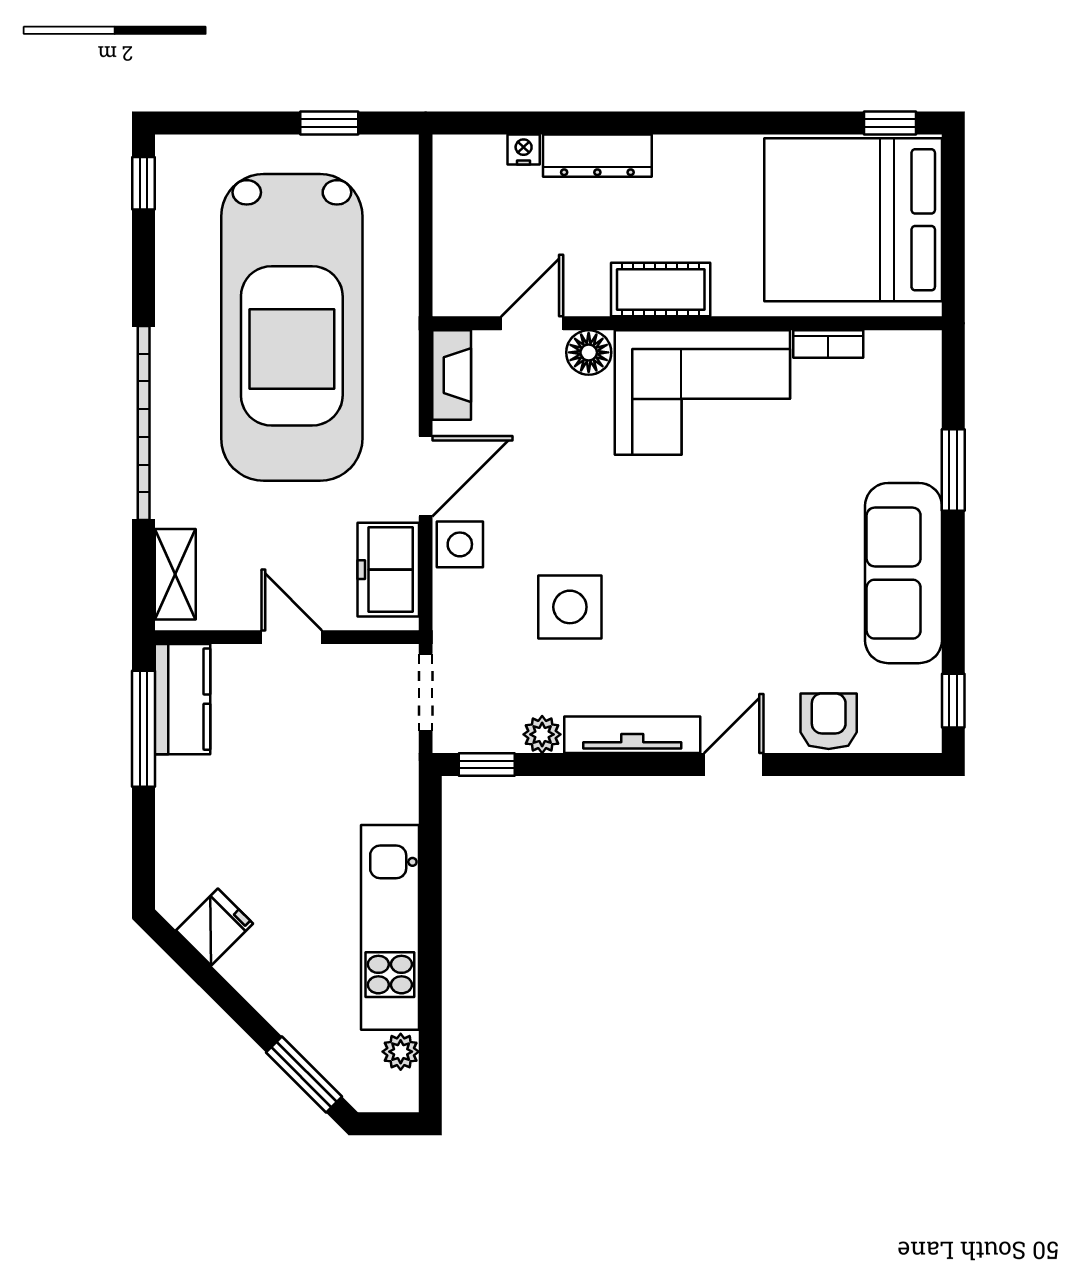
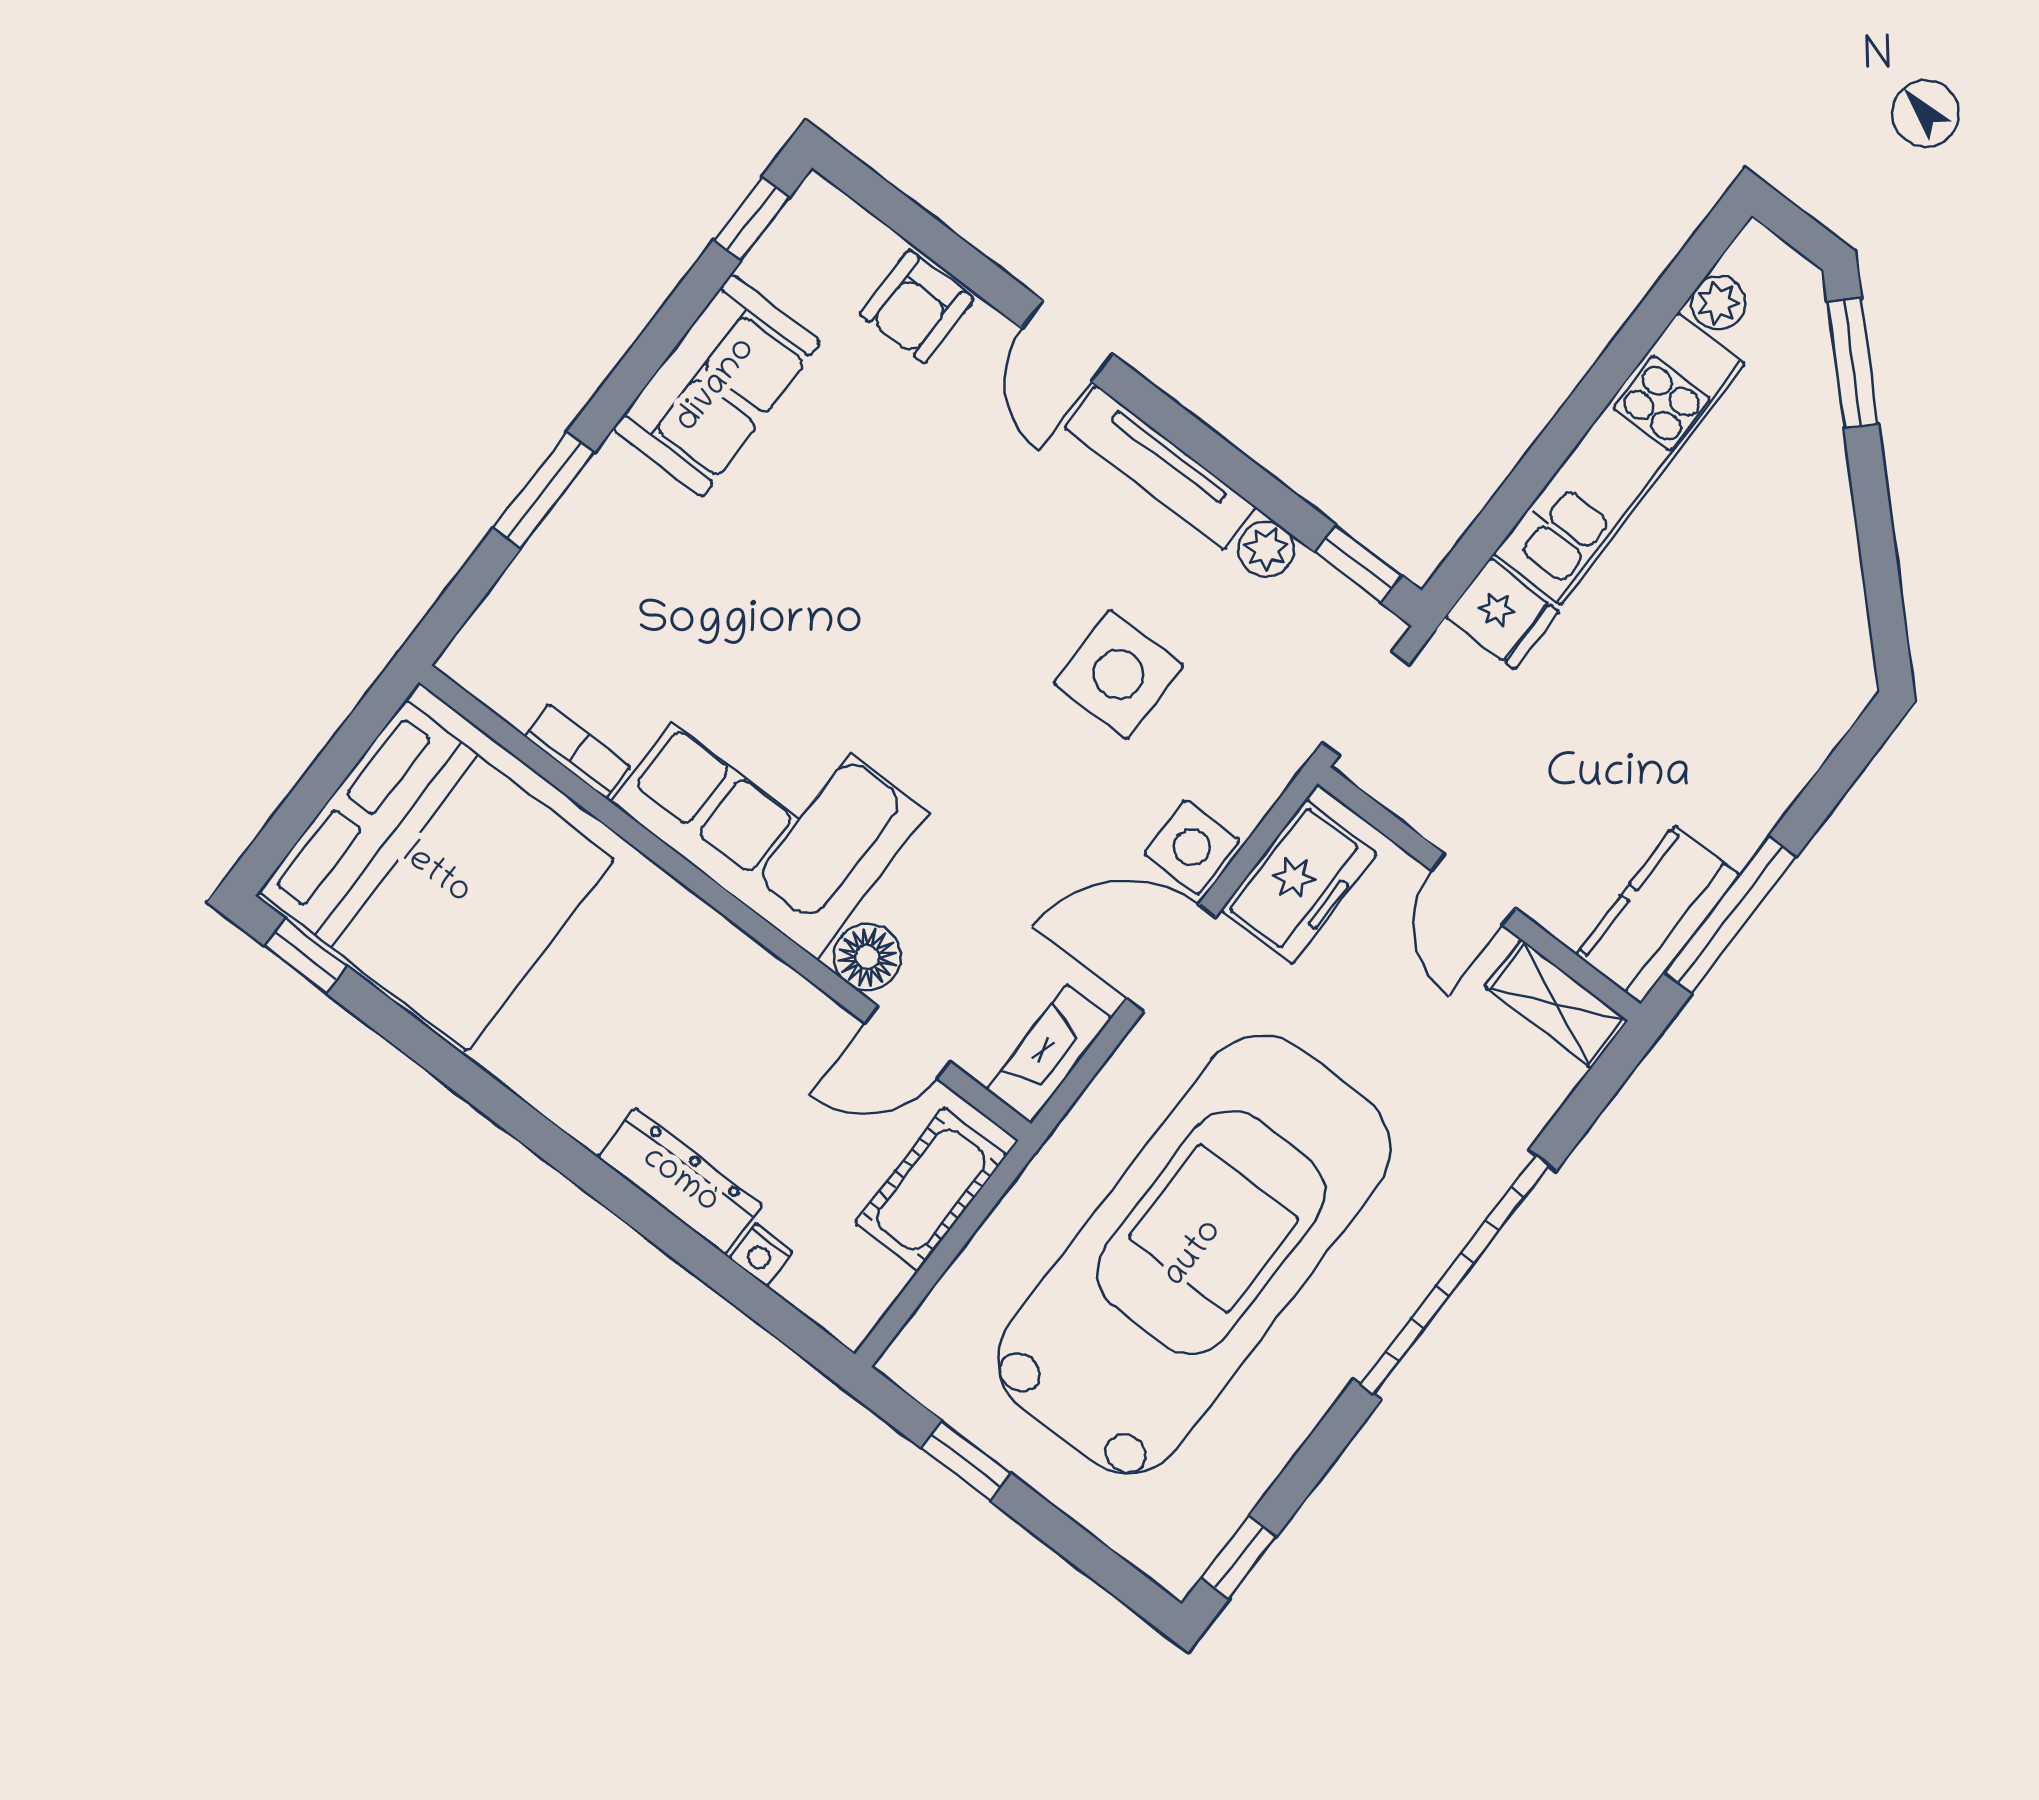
cot: (661, 290) -> (931, 1189), moved, turned 90
sofa: (904, 573) -> (717, 386), width x0.73
shelving: (175, 574) -> (1557, 1004), moved, turned 90
door: (734, 764) -> (1067, 341), hinge flipped
fridge: (214, 927) -> (1502, 614), moved, turned -135

